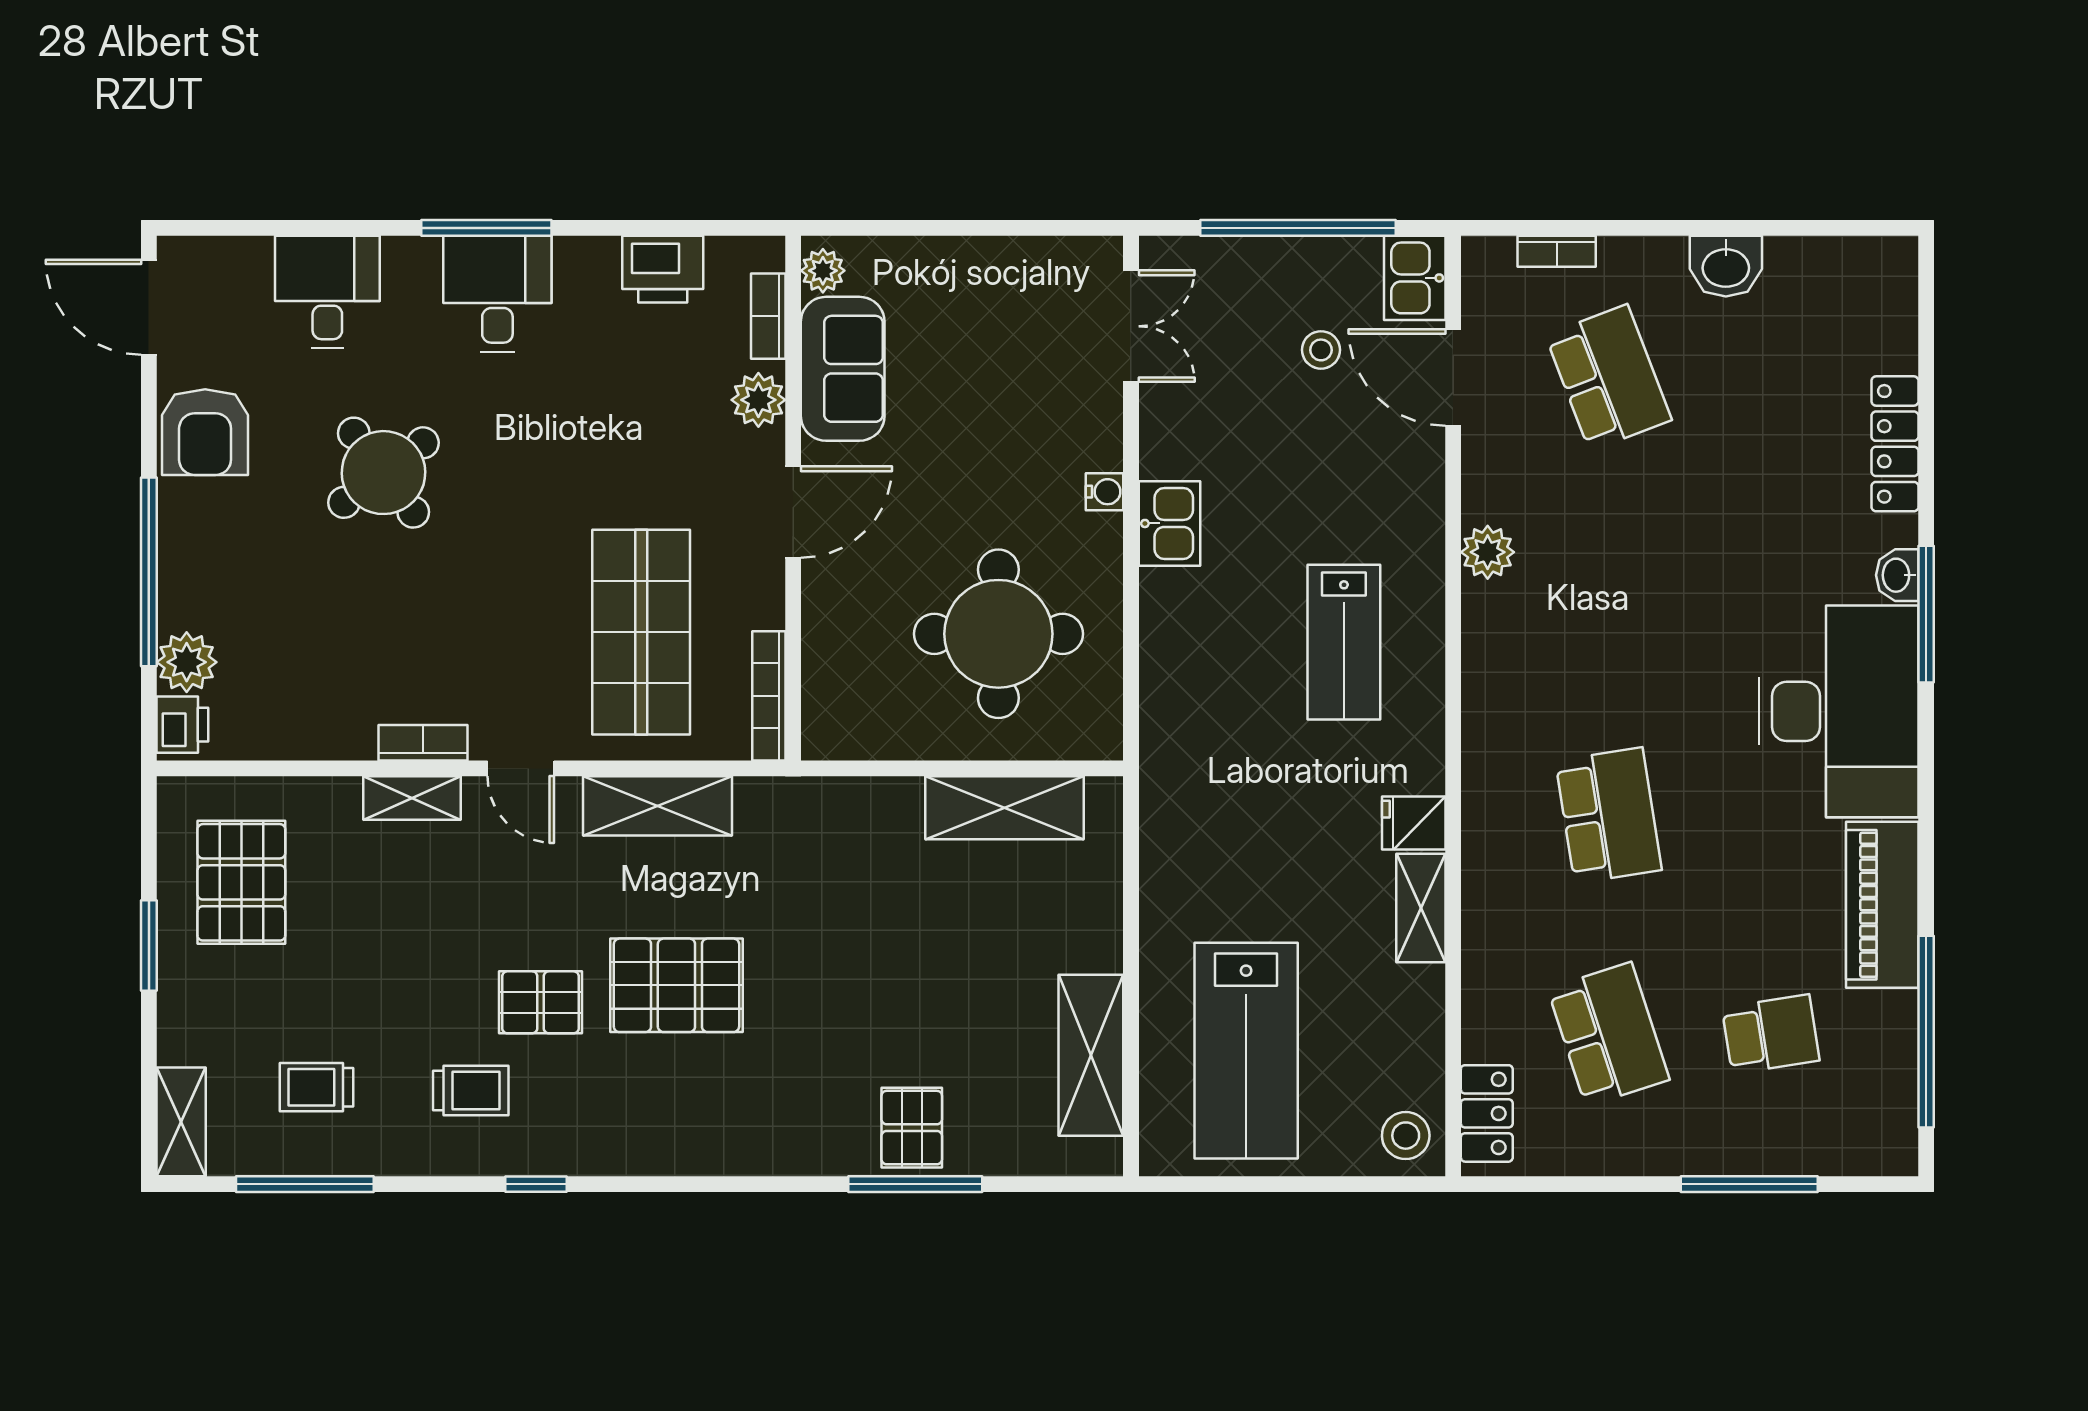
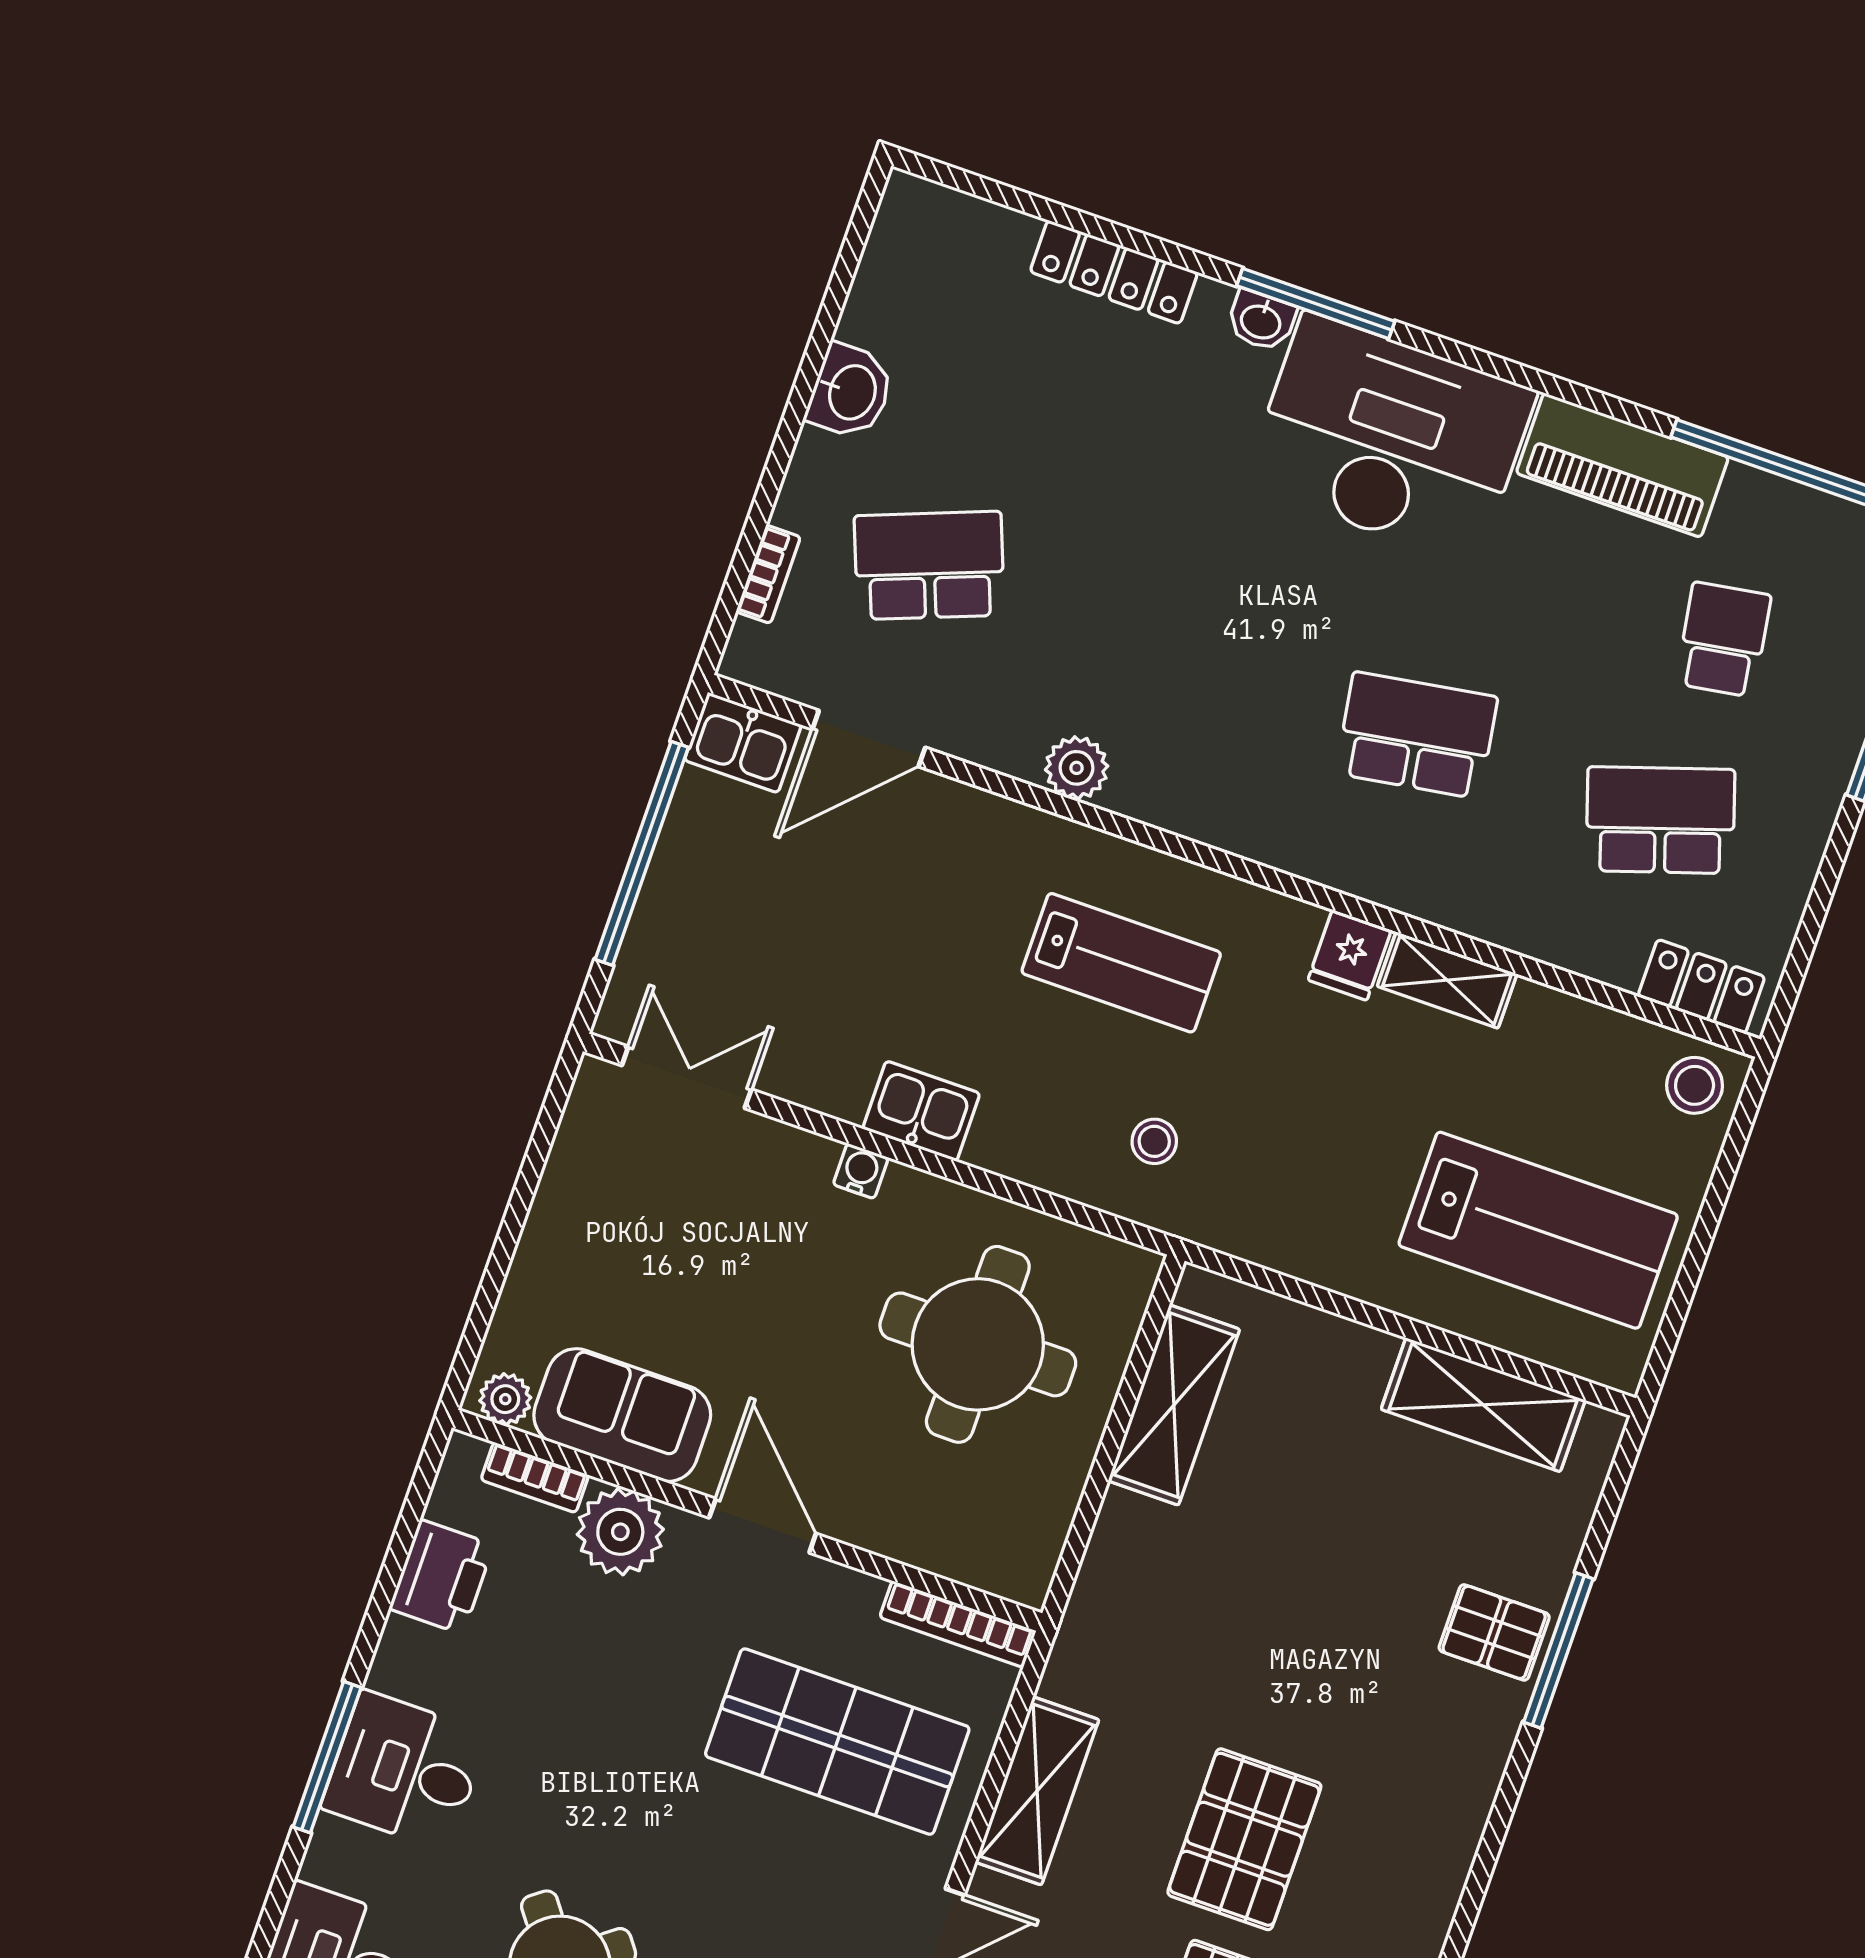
stool: (1321, 350) -> (1154, 1141), moved
plant: (758, 400) -> (620, 1532), width x1.36, depth x1.36

